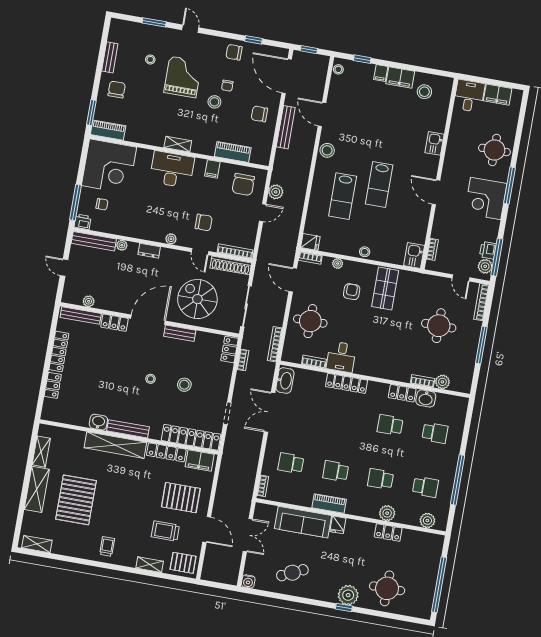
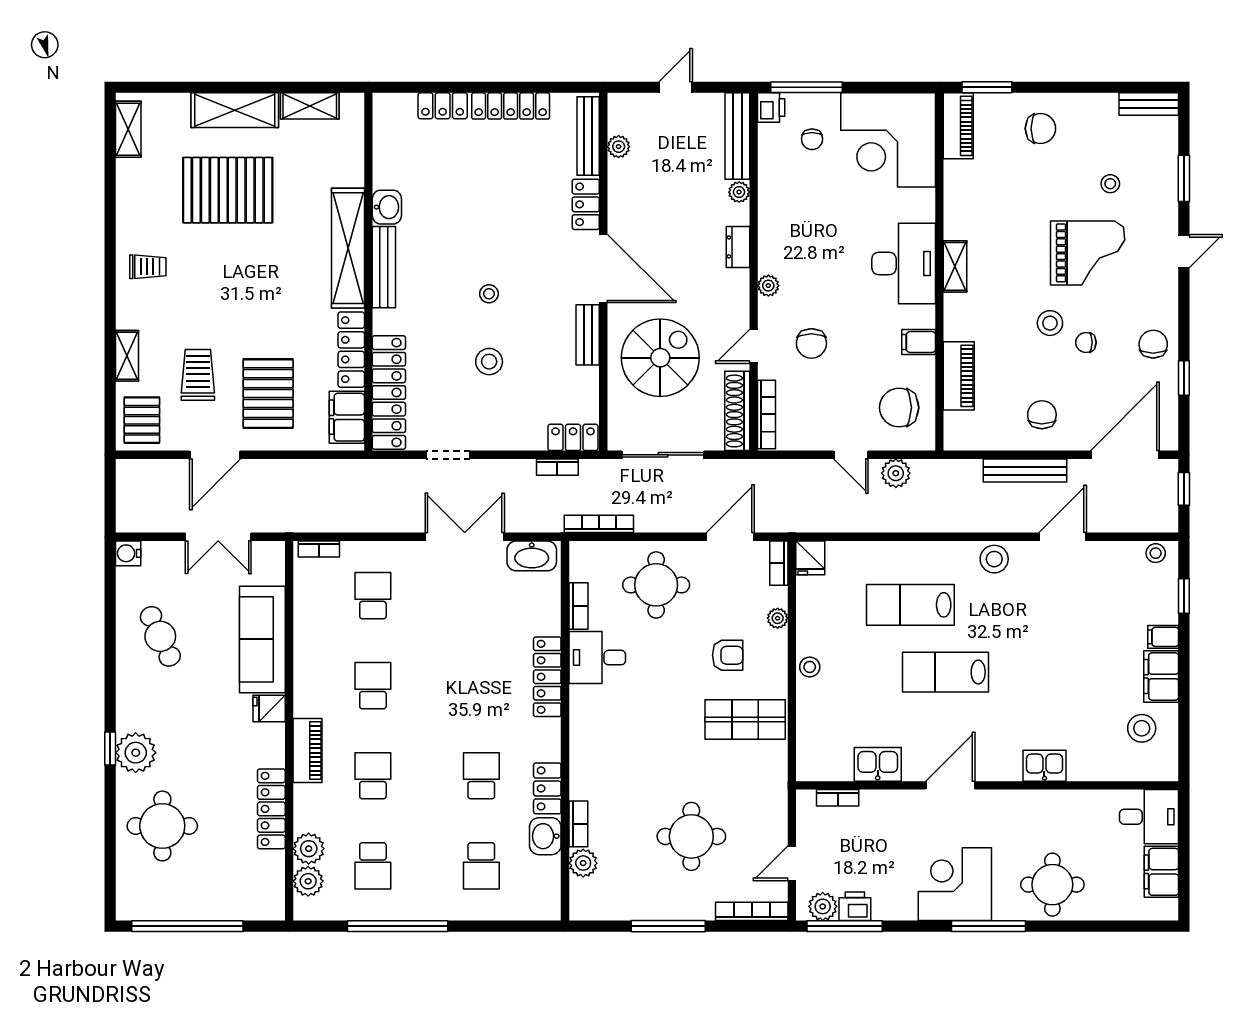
bench: (110, 57) -> (1149, 104), moved
kitchen sink: (414, 256) -> (878, 764), moved
piano: (329, 503) -> (308, 751), moved
plant: (387, 513) -> (309, 849), moved
locker: (388, 533) -> (271, 809), width x1.53

